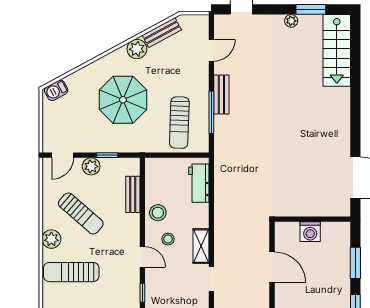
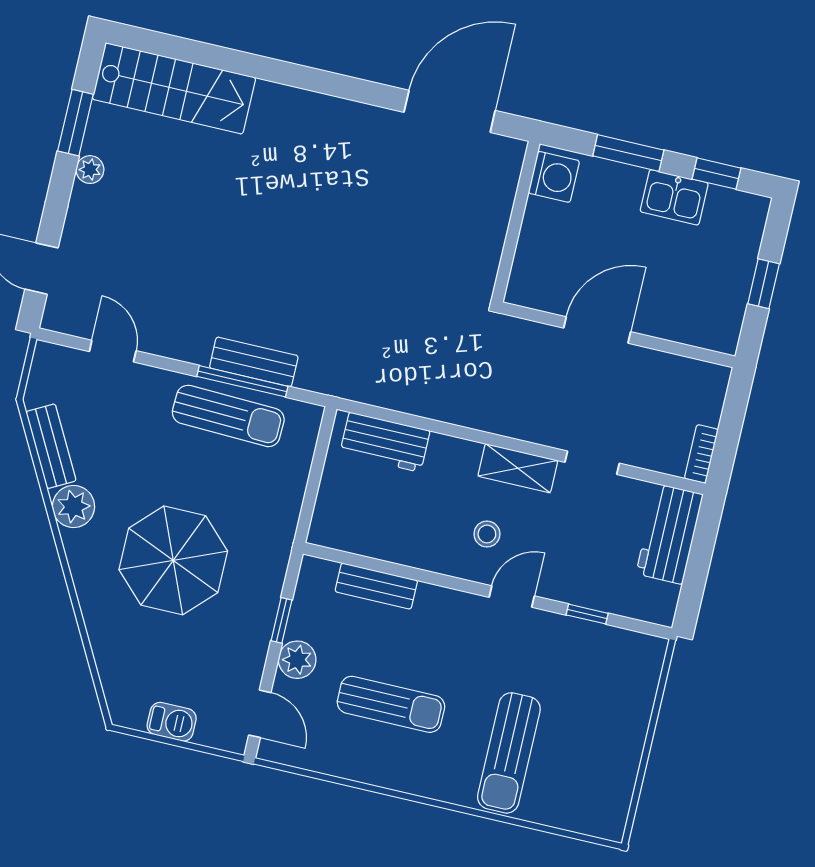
barbecue: (56, 90) -> (172, 722), moved, turned -62
bench: (221, 95) -> (254, 362), moved
sun lounger: (179, 123) -> (228, 416), moved
stool: (158, 213) -> (427, 542), removed
sun lounger: (81, 214) -> (391, 704), turned 49
washing machine: (310, 232) -> (554, 177), moved
plant: (51, 239) -> (430, 778), removed
kitchen sink: (340, 288) -> (674, 197), added

